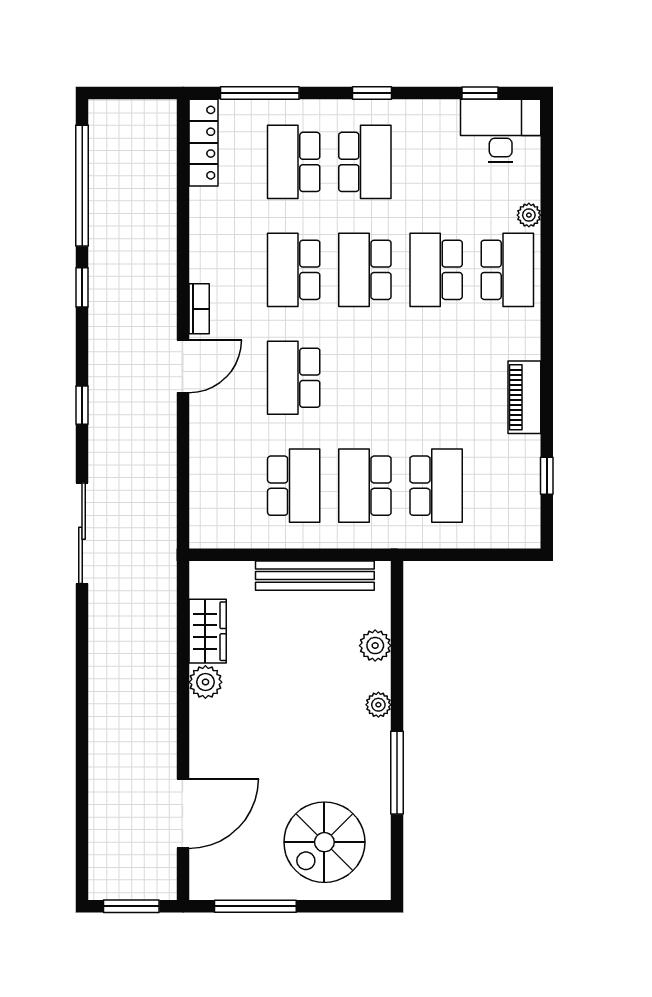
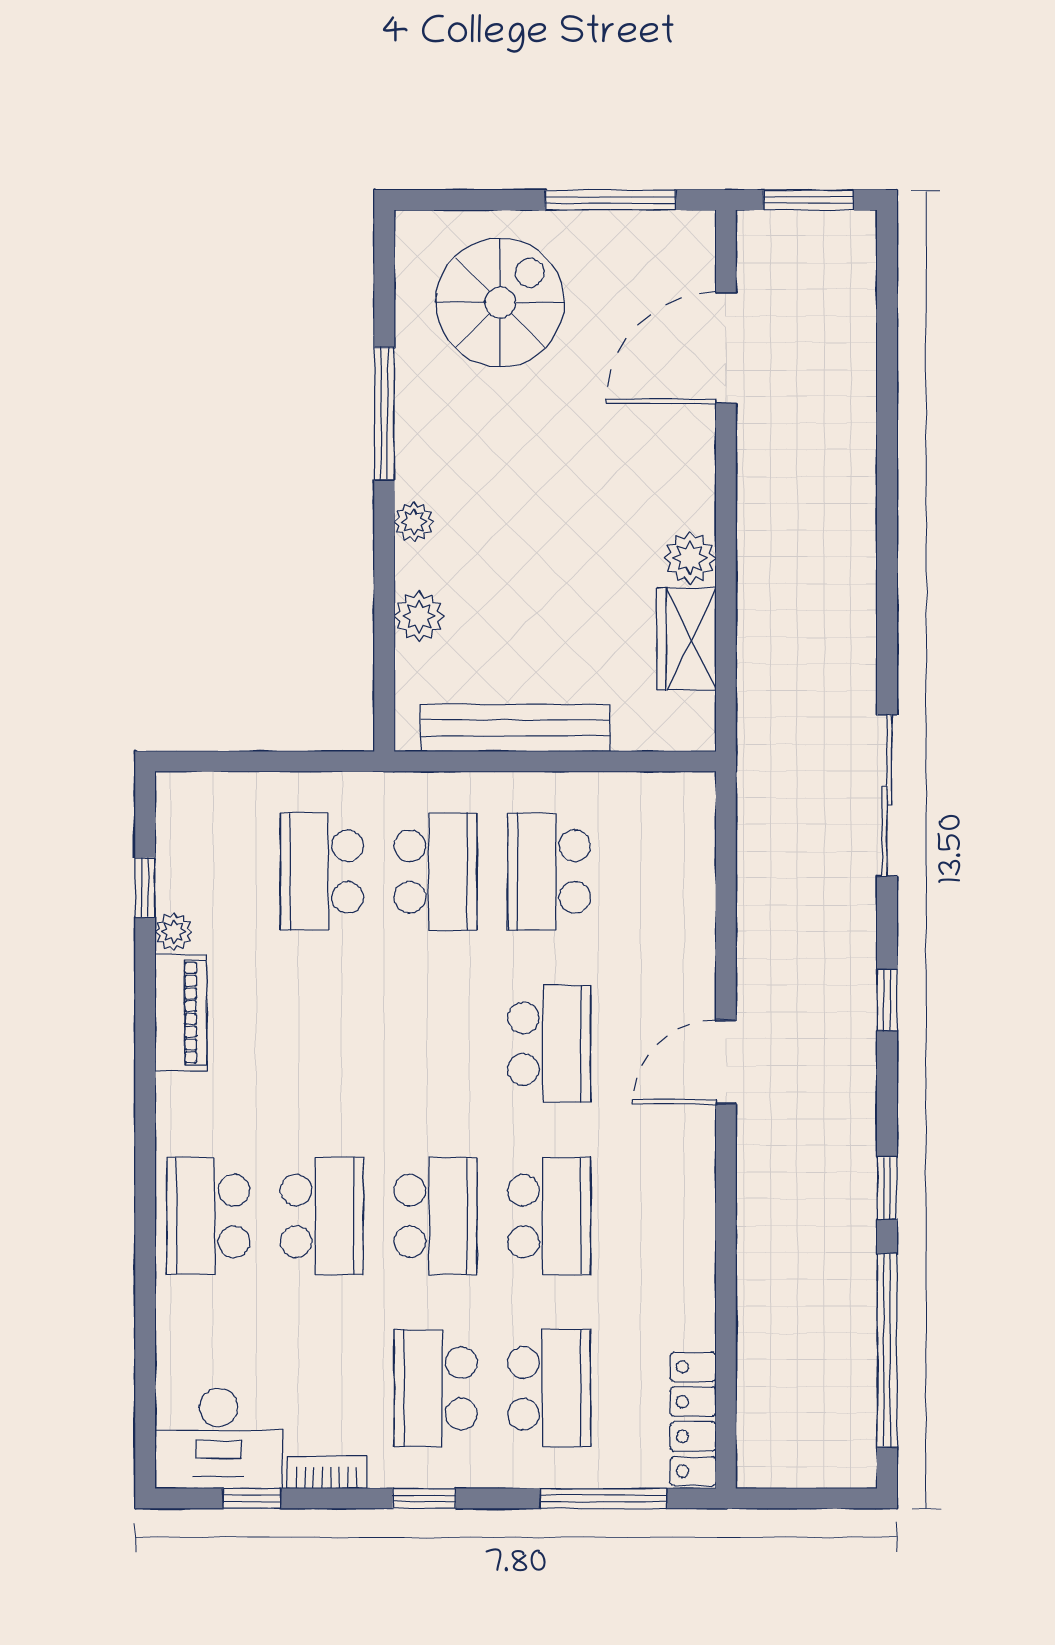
plant: (529, 215) -> (174, 932), moved
bookcase: (199, 309) -> (327, 1473), moved, turned 90

